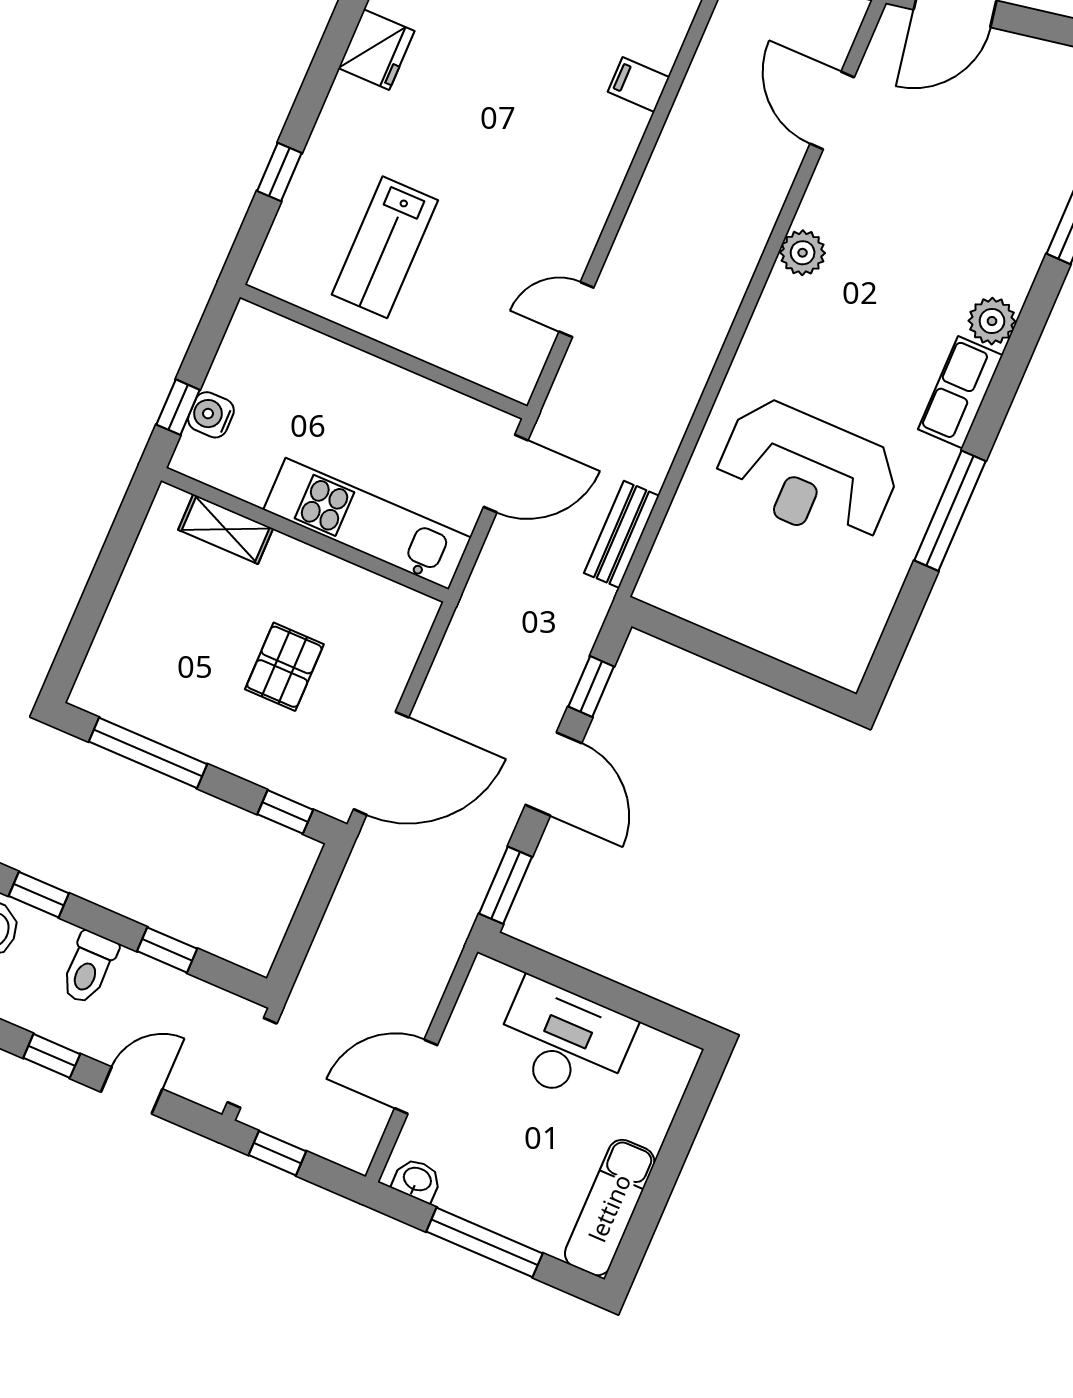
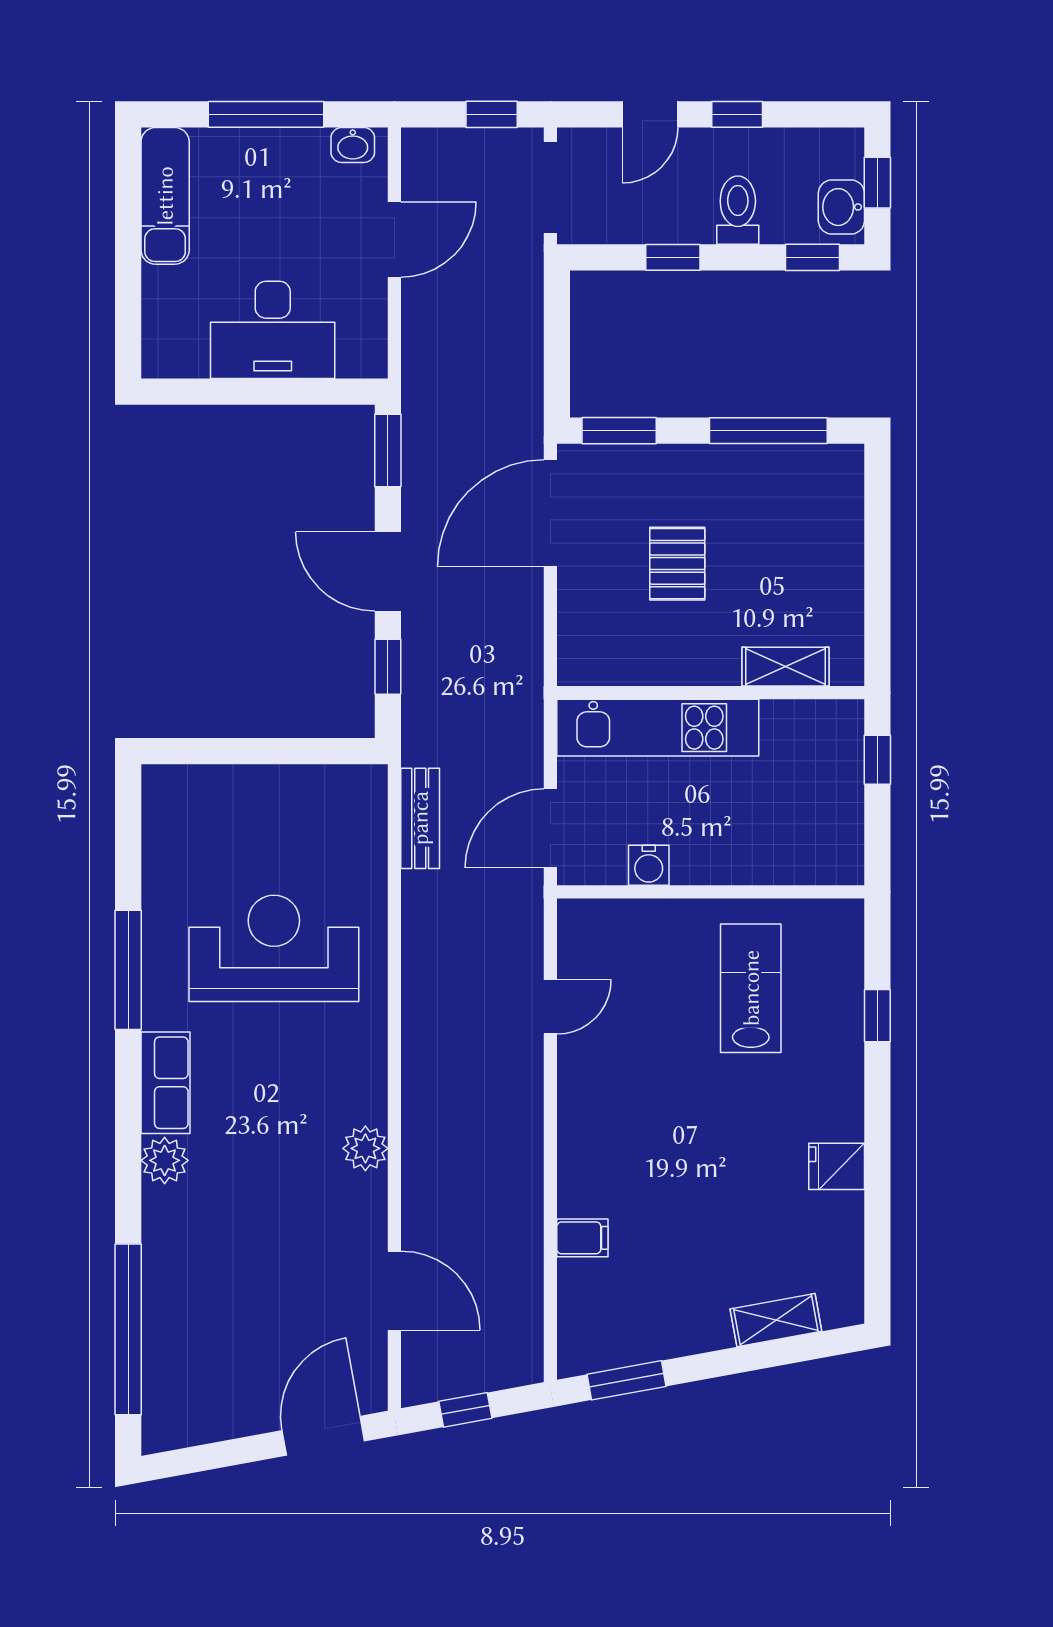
fridge: (376, 50) -> (837, 1166), width x0.72
water cooler: (211, 415) -> (649, 865), moved, turned 90
window: (285, 812) -> (619, 431), width x1.50

